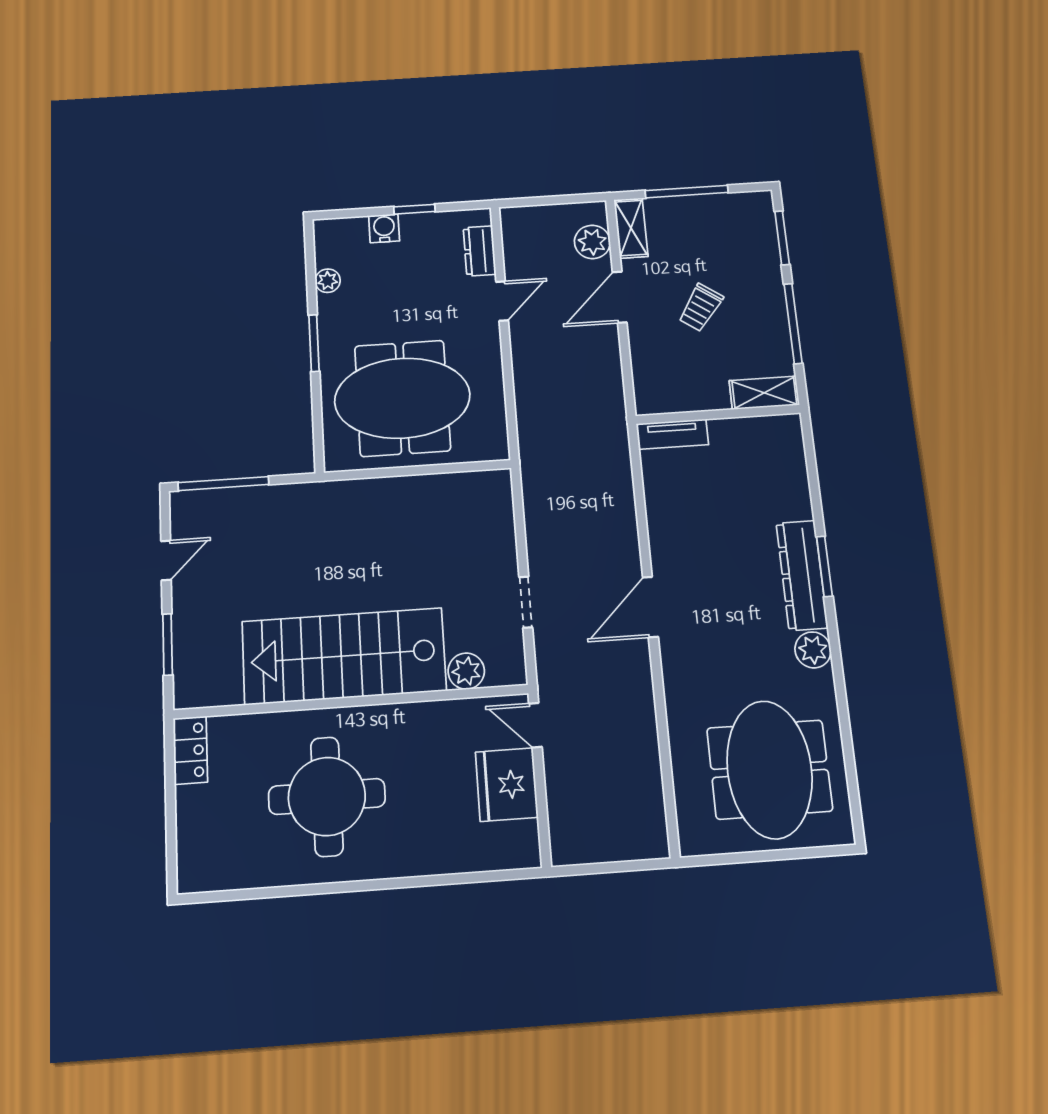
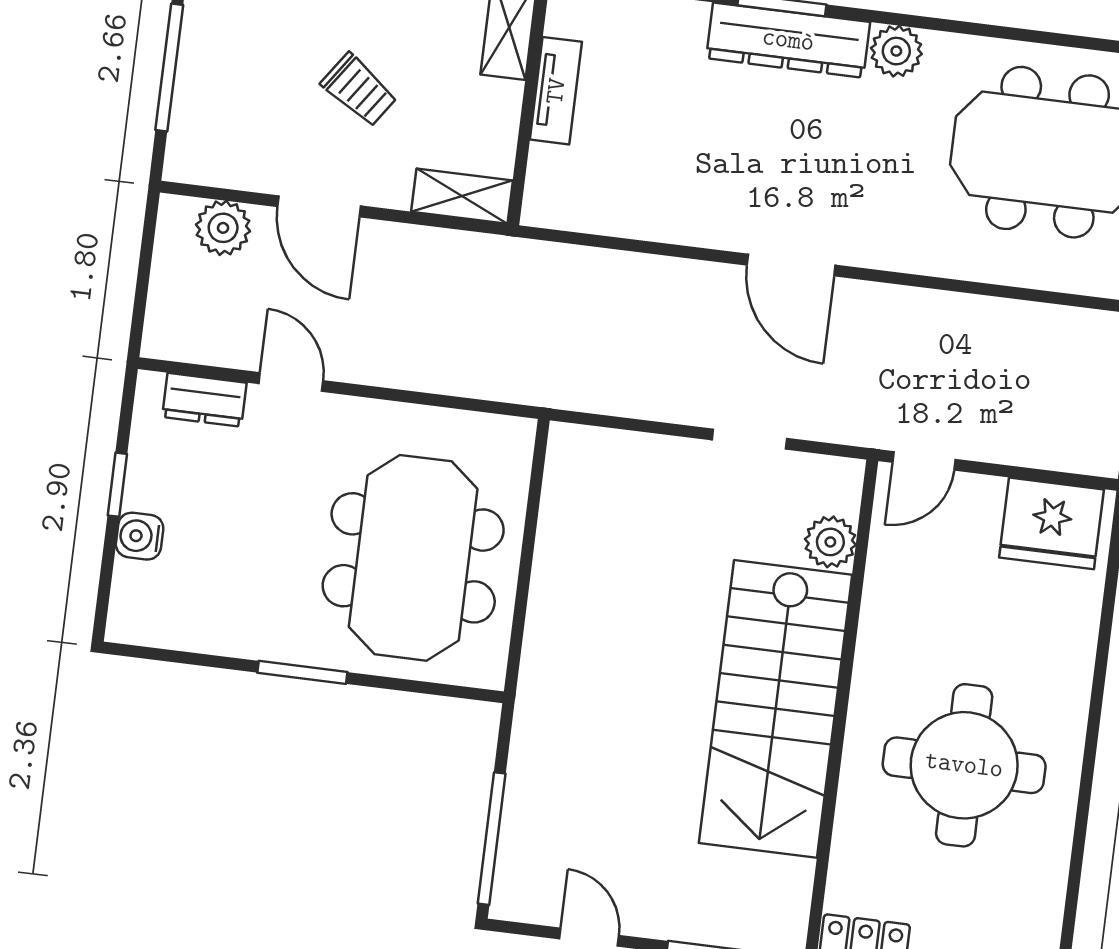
shelving: (631, 228) -> (462, 196), moved
plant: (328, 281) -> (208, 635), removed
tv unit: (672, 434) -> (556, 91), moved
fridge: (507, 785) -> (1051, 523), moved

